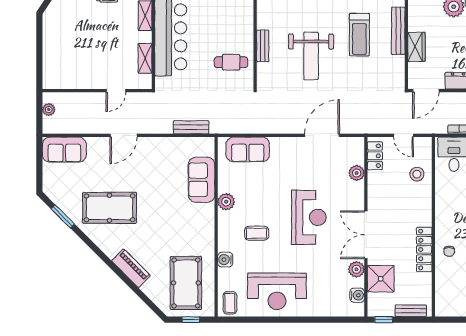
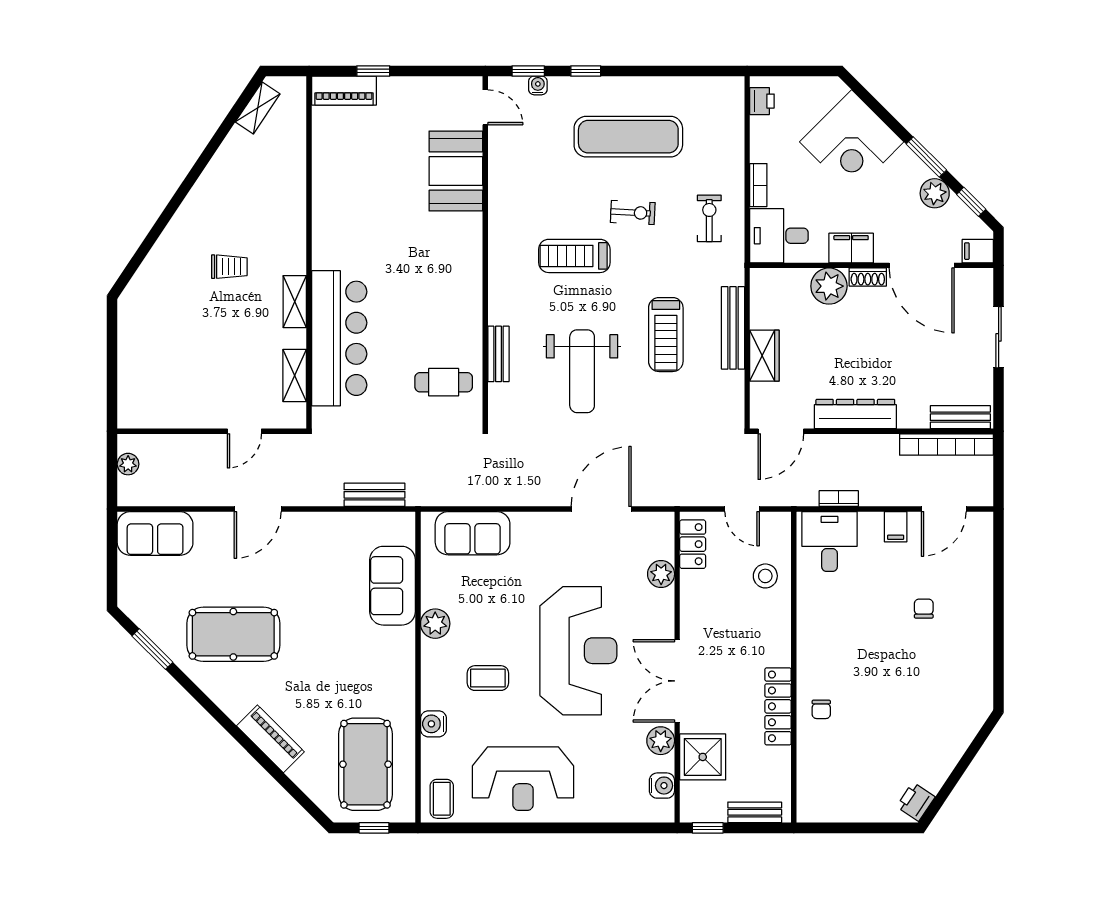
reception desk: (309, 217) -> (578, 651), width x1.36, depth x1.30

